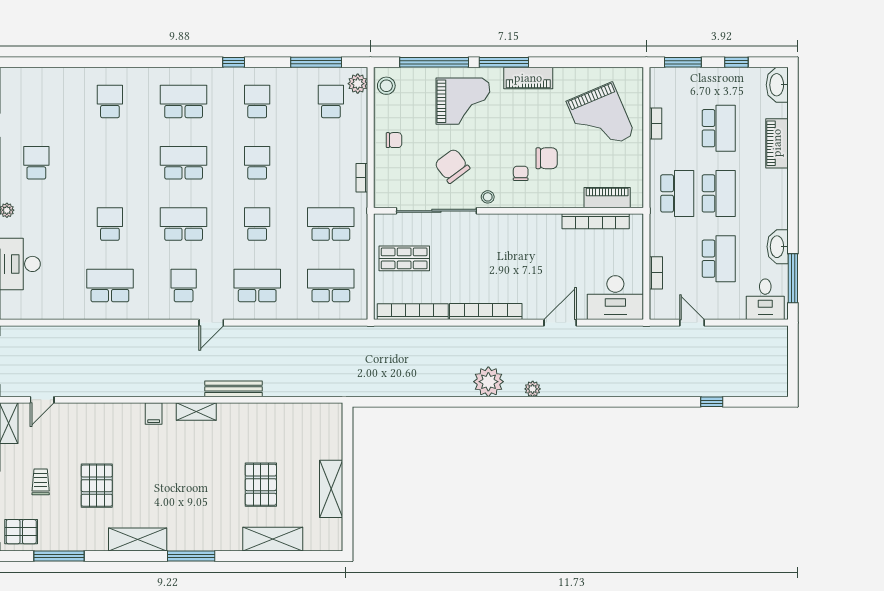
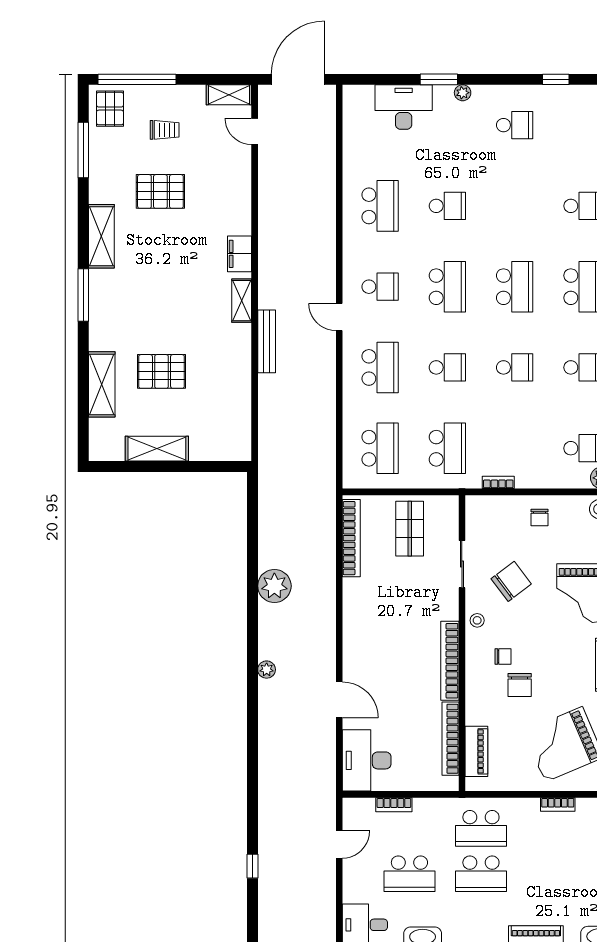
school desk: (719, 128) -> (553, 874), removed
sliding door: (436, 211) -> (462, 564), width x0.54
bookcase: (486, 312) -> (450, 661), moved, turned 180
plant: (488, 382) -> (274, 586), moved
filing cabinet: (154, 414) -> (239, 254), width x2.00

